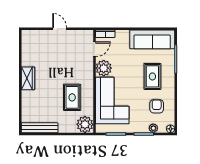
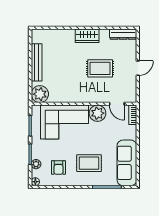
dresser: (26, 43) -> (123, 34), added
rug: (72, 97) -> (100, 68), moved
armchair: (157, 106) -> (58, 167), turned 90
bench: (40, 128) -> (37, 62), moved

